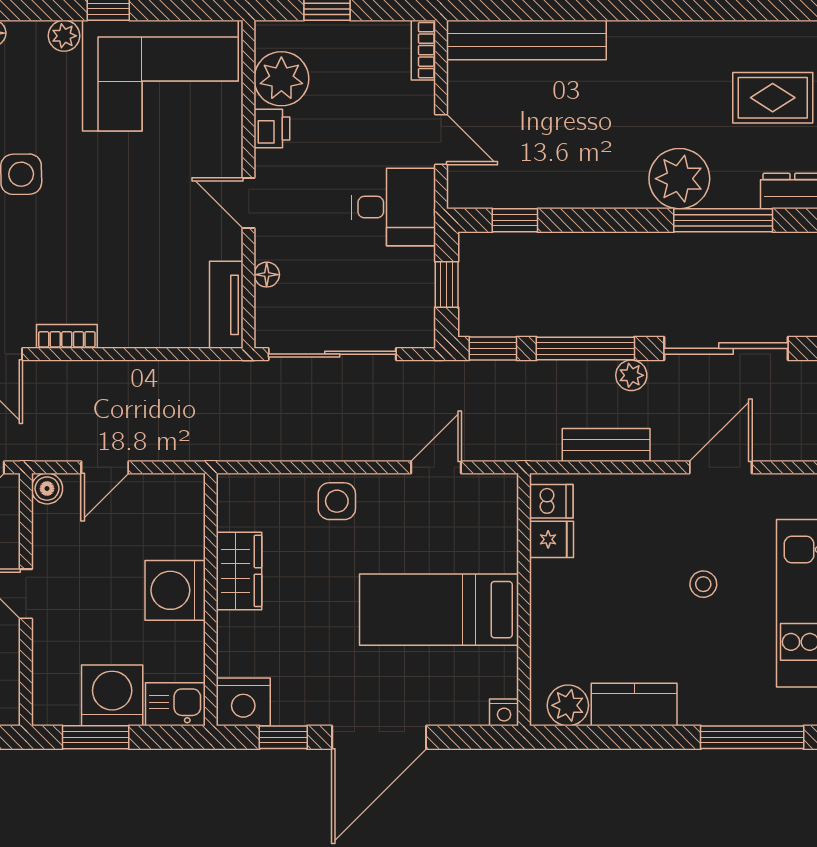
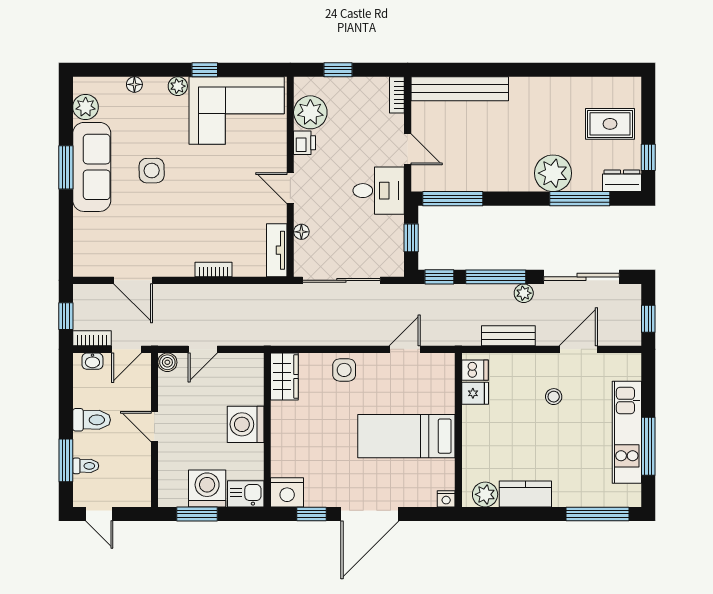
window: (515, 220) -> (453, 199), width x2.17
bookcase: (67, 336) -> (213, 269), moved
wardrobe: (239, 571) -> (284, 377), moved
stool: (703, 584) -> (554, 397), moved

